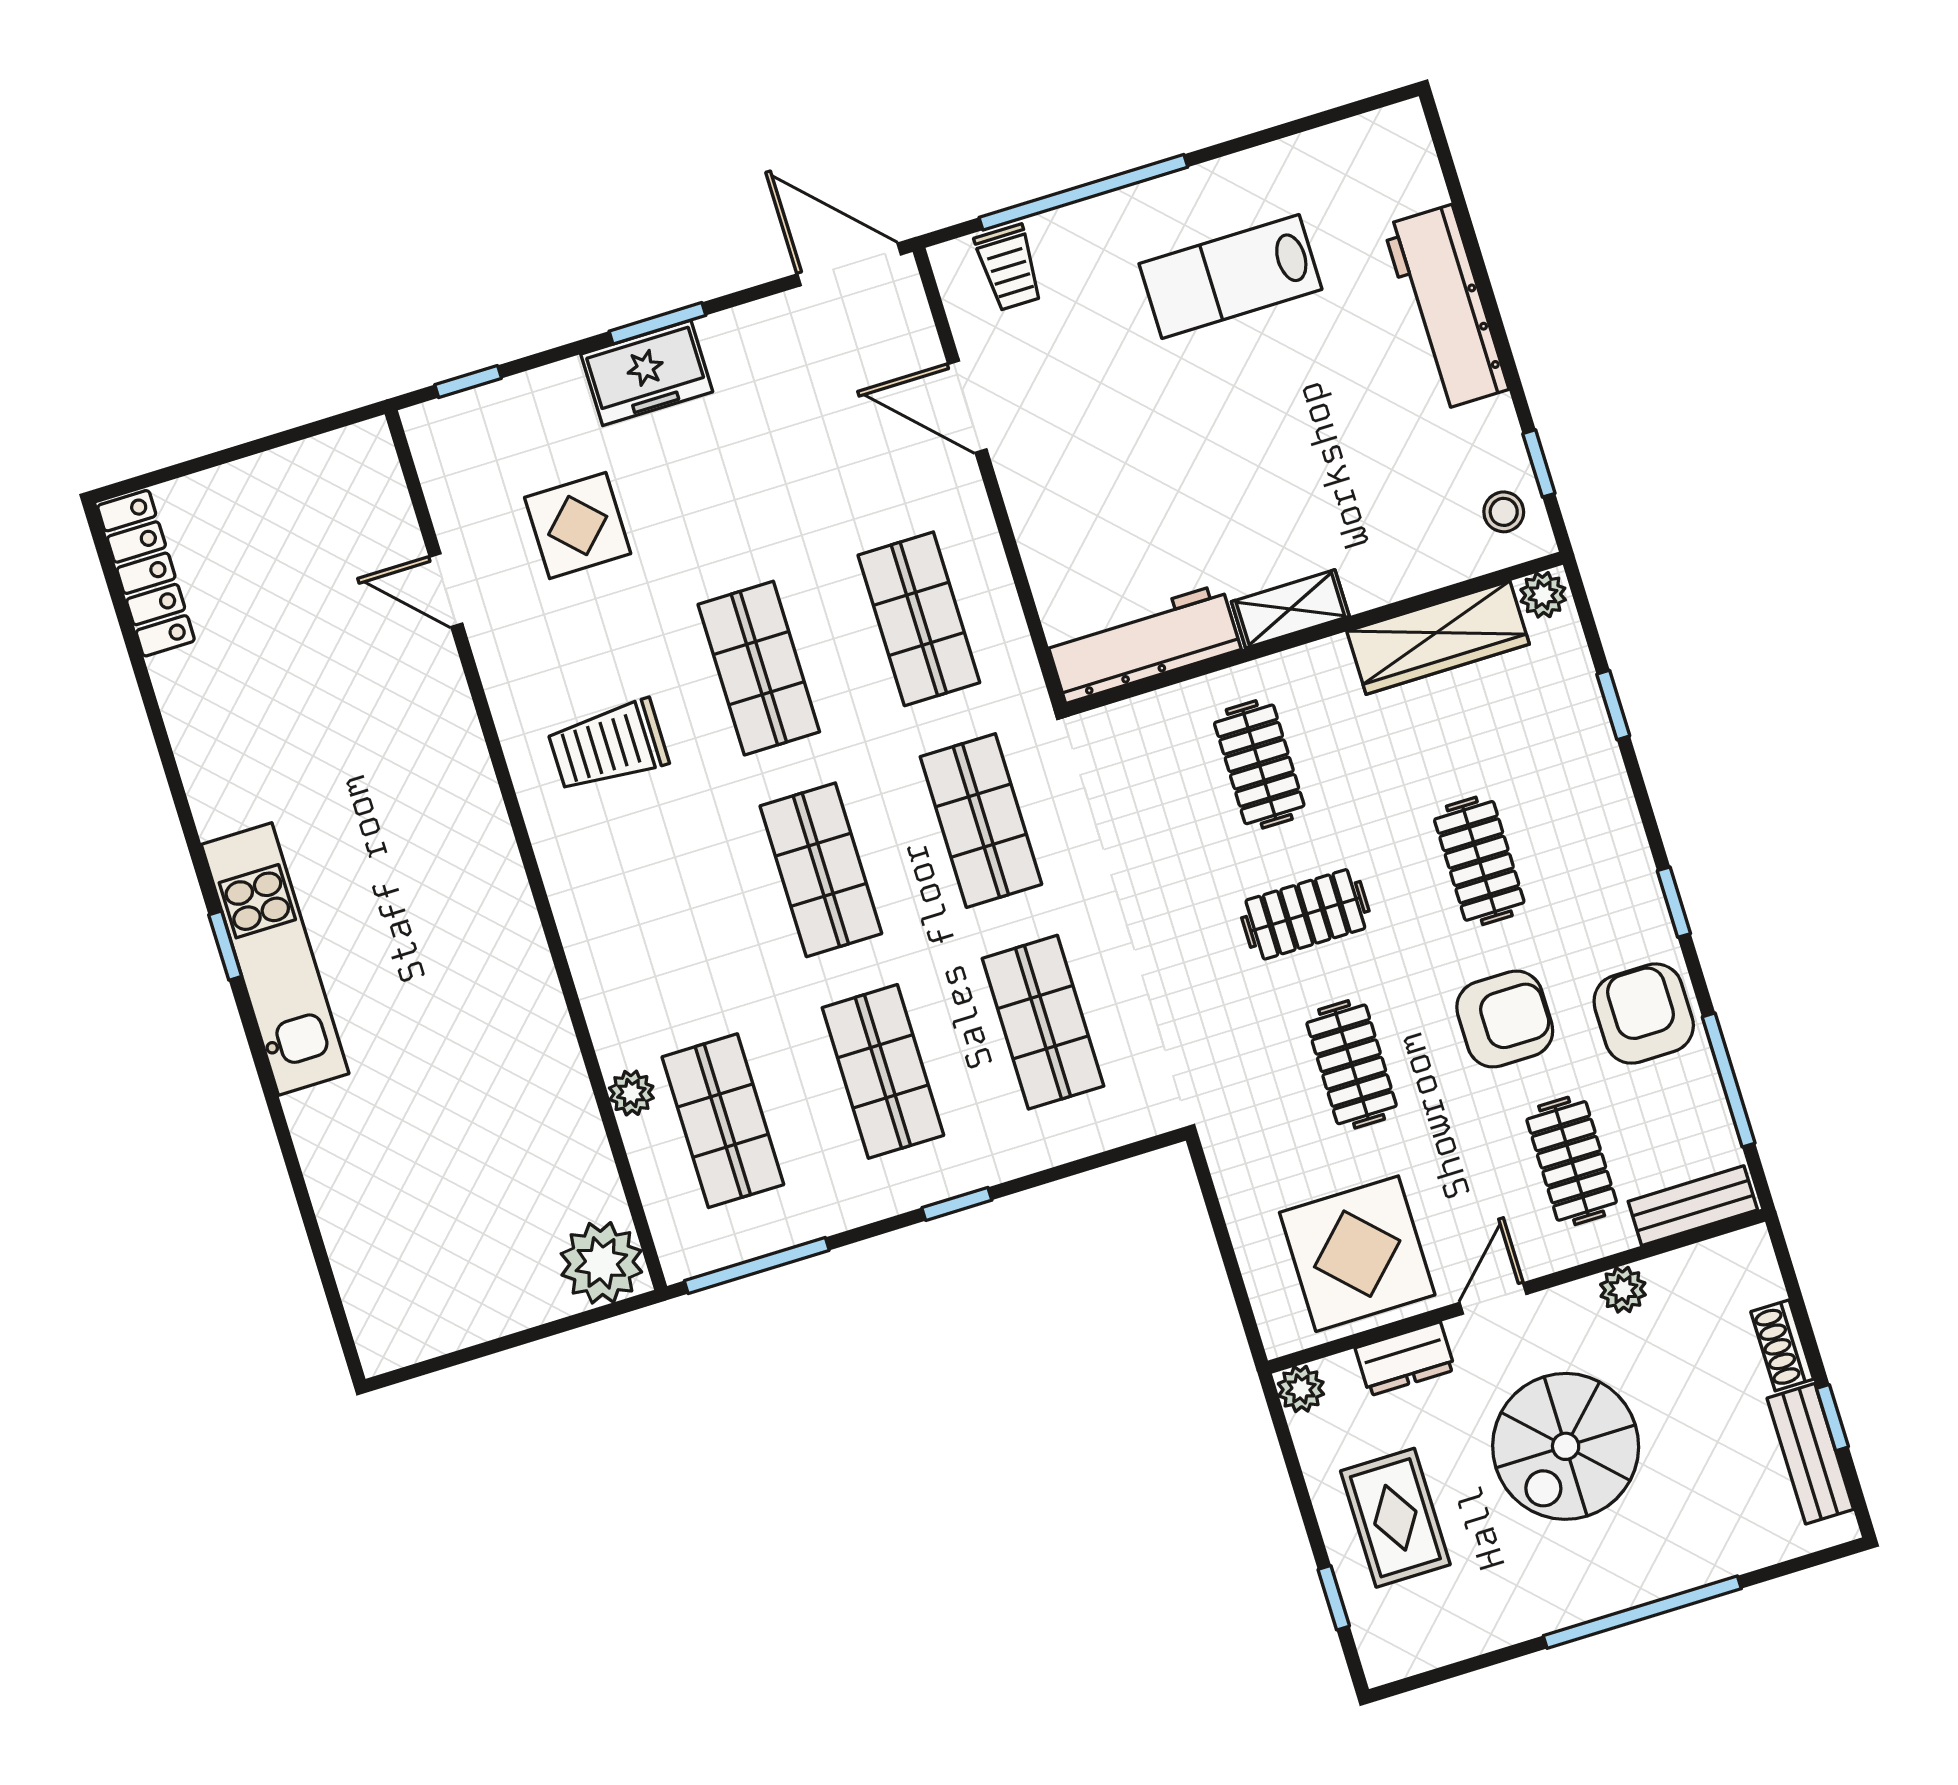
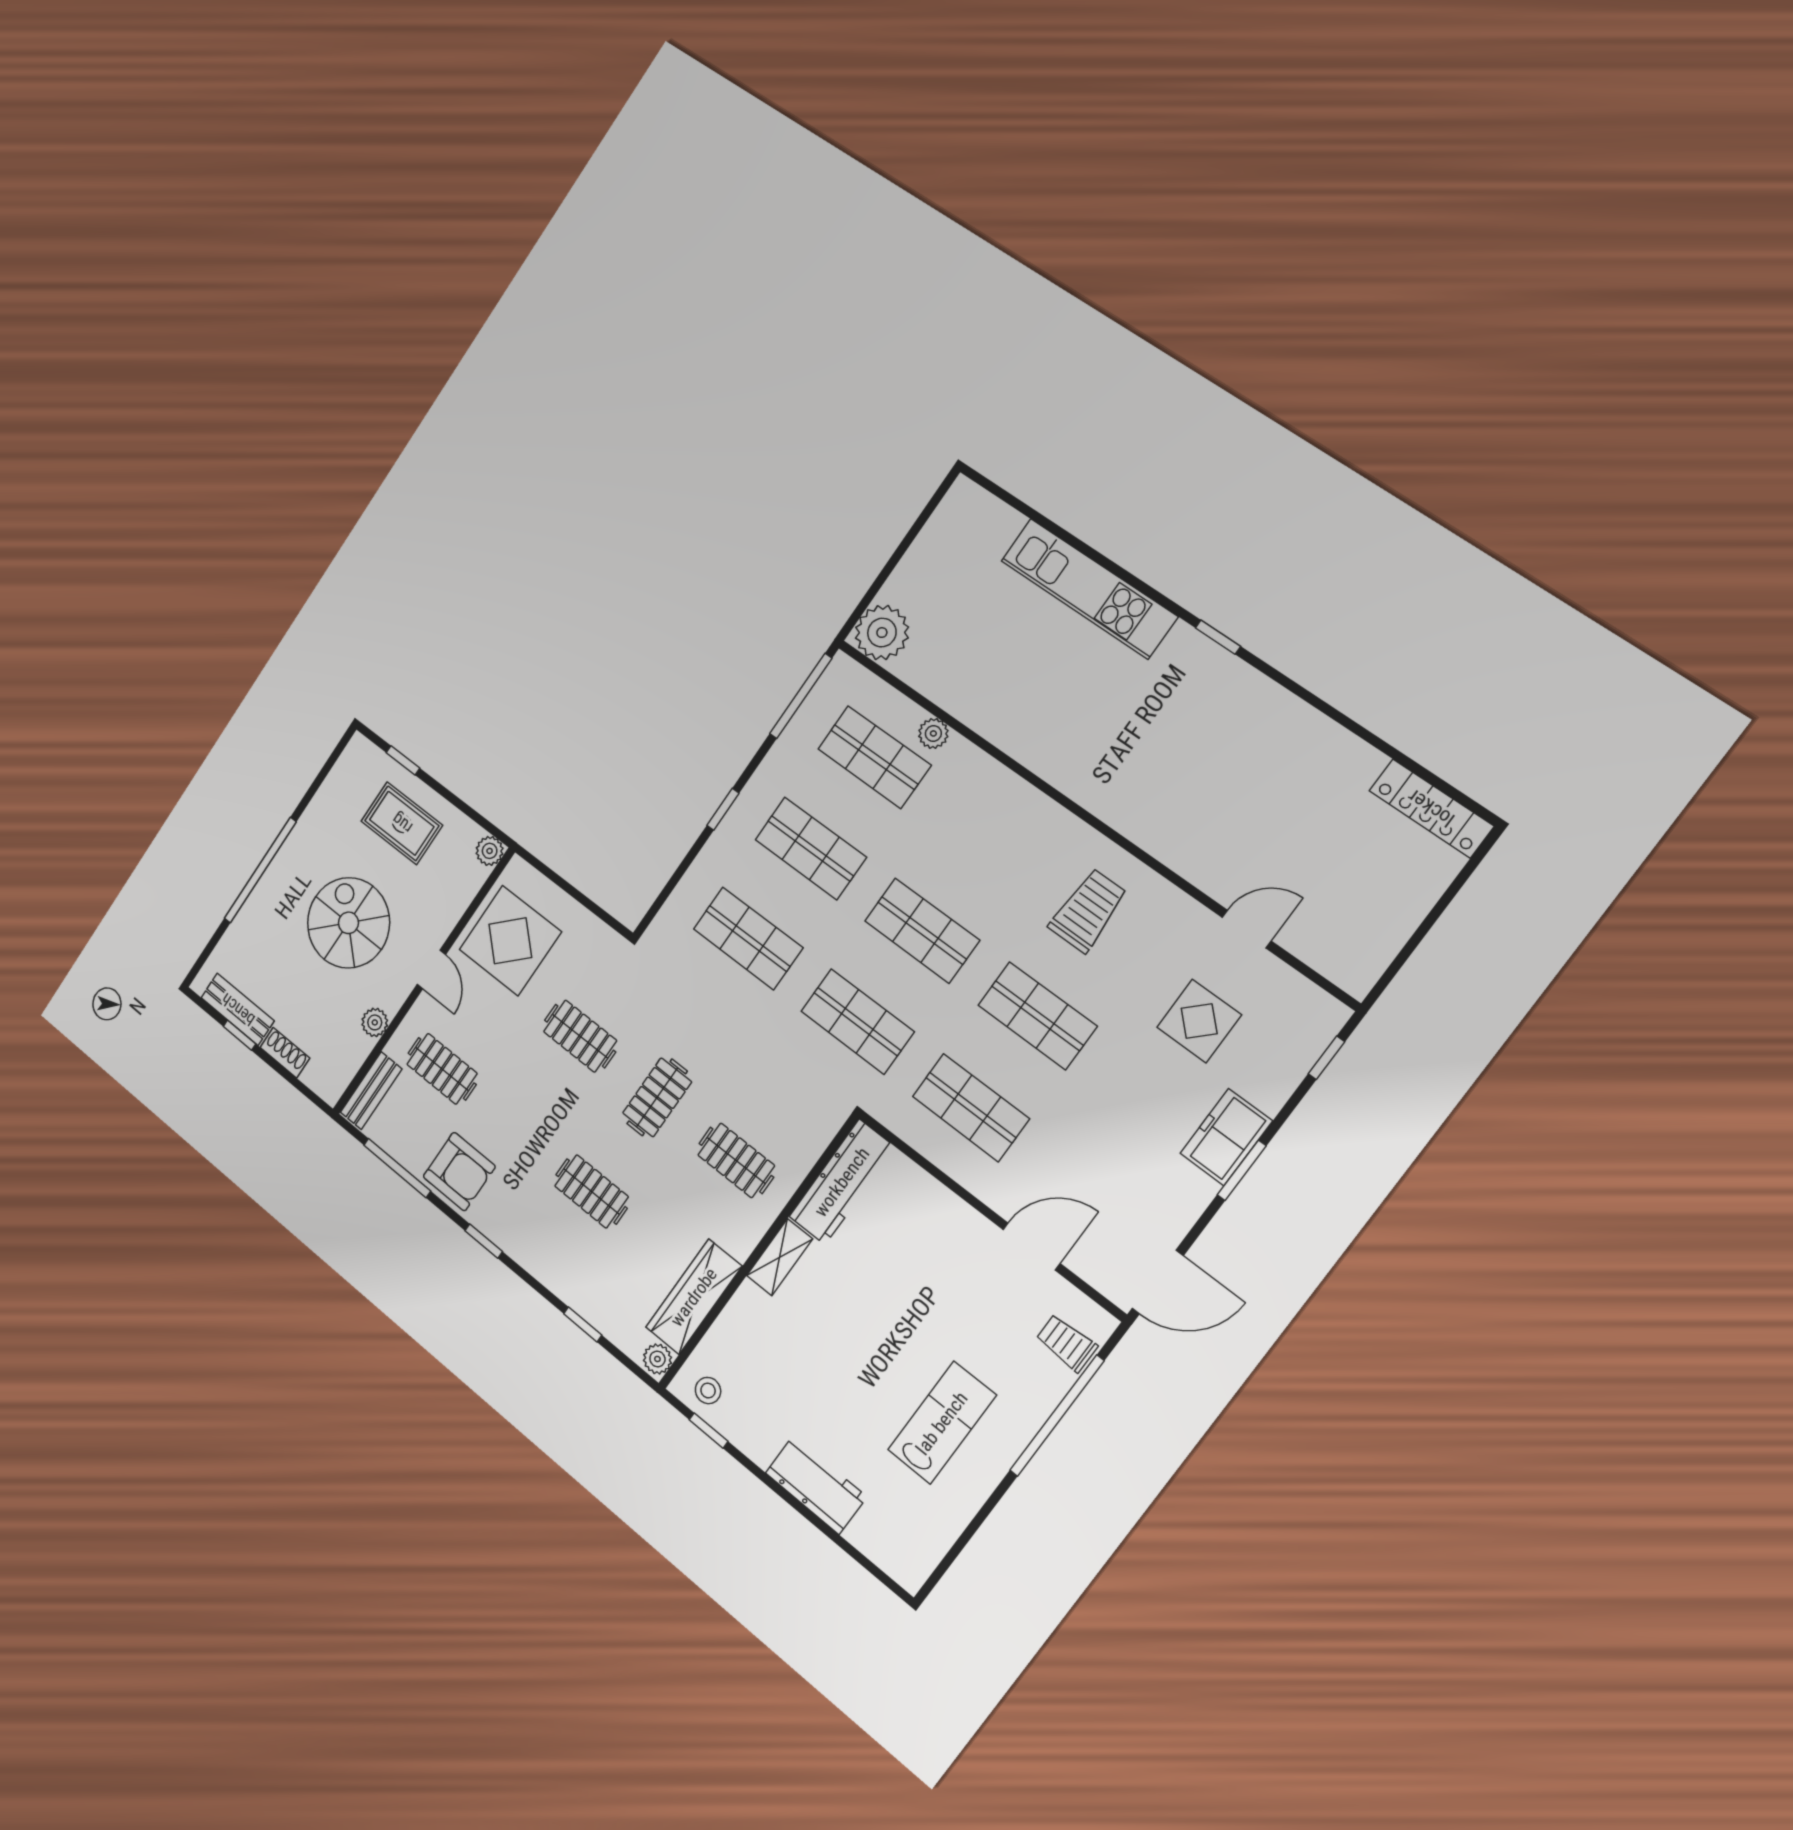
workbench: (1446, 307) -> (816, 1485), width x0.73
kitchen unit: (275, 959) -> (1089, 588), moved
armchair: (1505, 1019) -> (523, 1117), removed
dresser: (1405, 1359) -> (451, 906), removed

